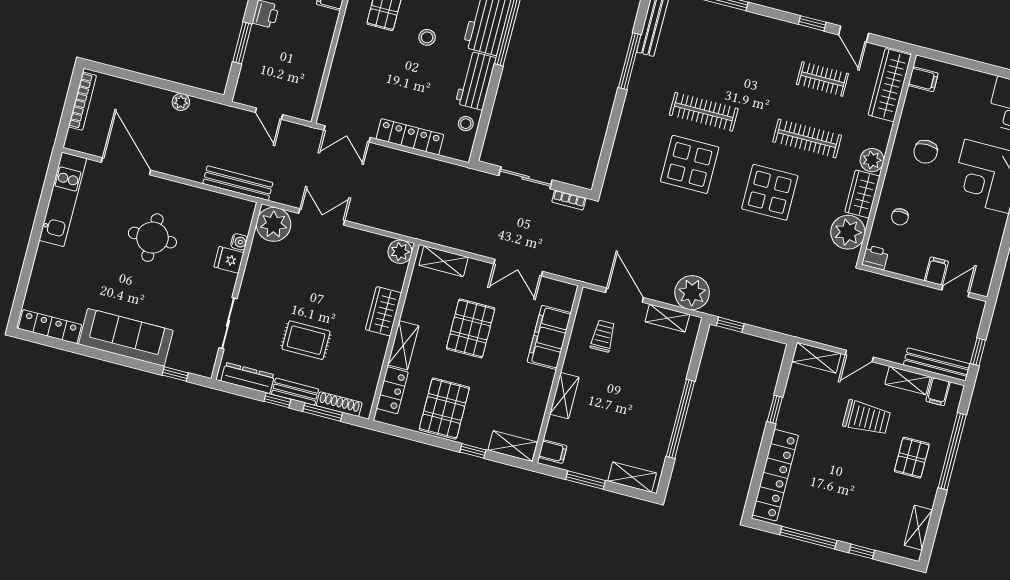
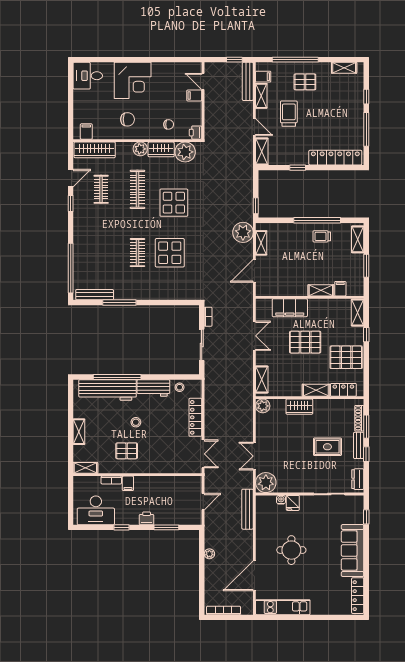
clothes rail: (704, 112) -> (137, 253), width x0.73
pallet: (471, 328) -> (305, 342), moved
trolley: (603, 336) -> (322, 236), moved
rug: (306, 340) -> (327, 447), turned 90
dresser: (248, 378) -> (358, 479), width x0.70
filing cabinet: (553, 452) -> (340, 289), moved

